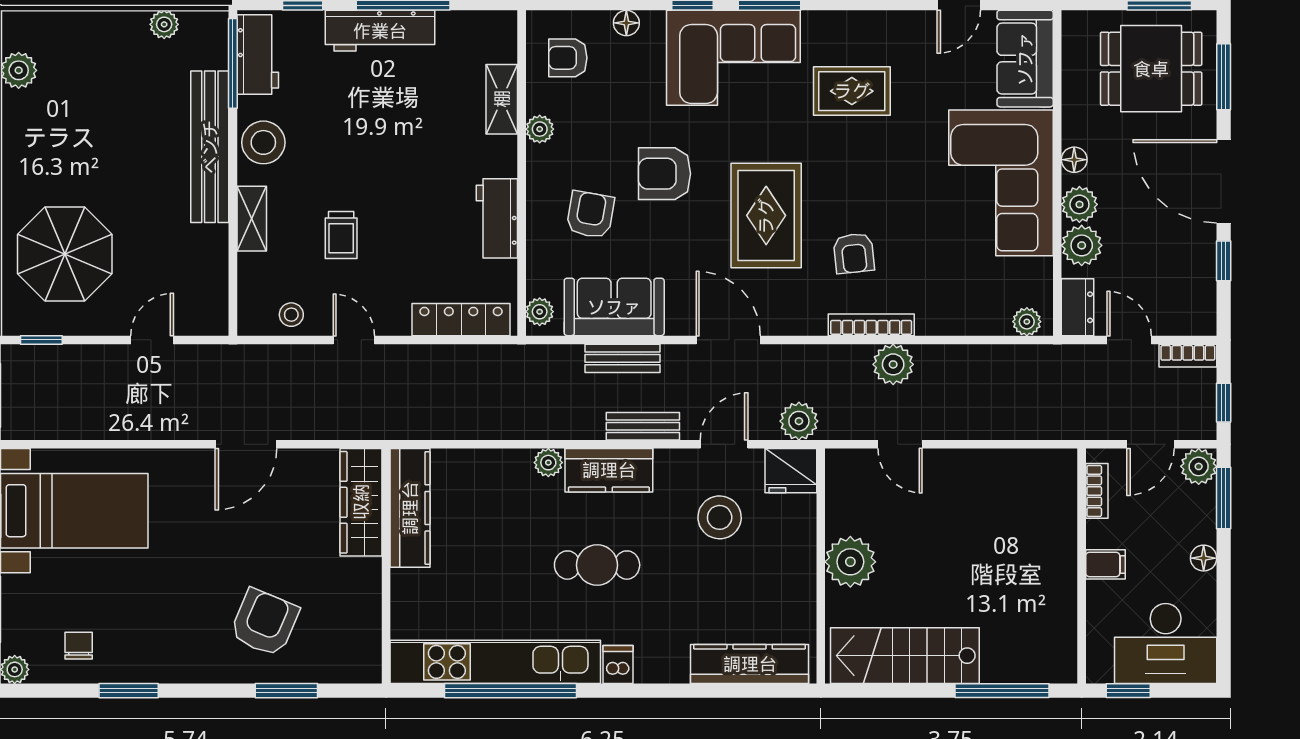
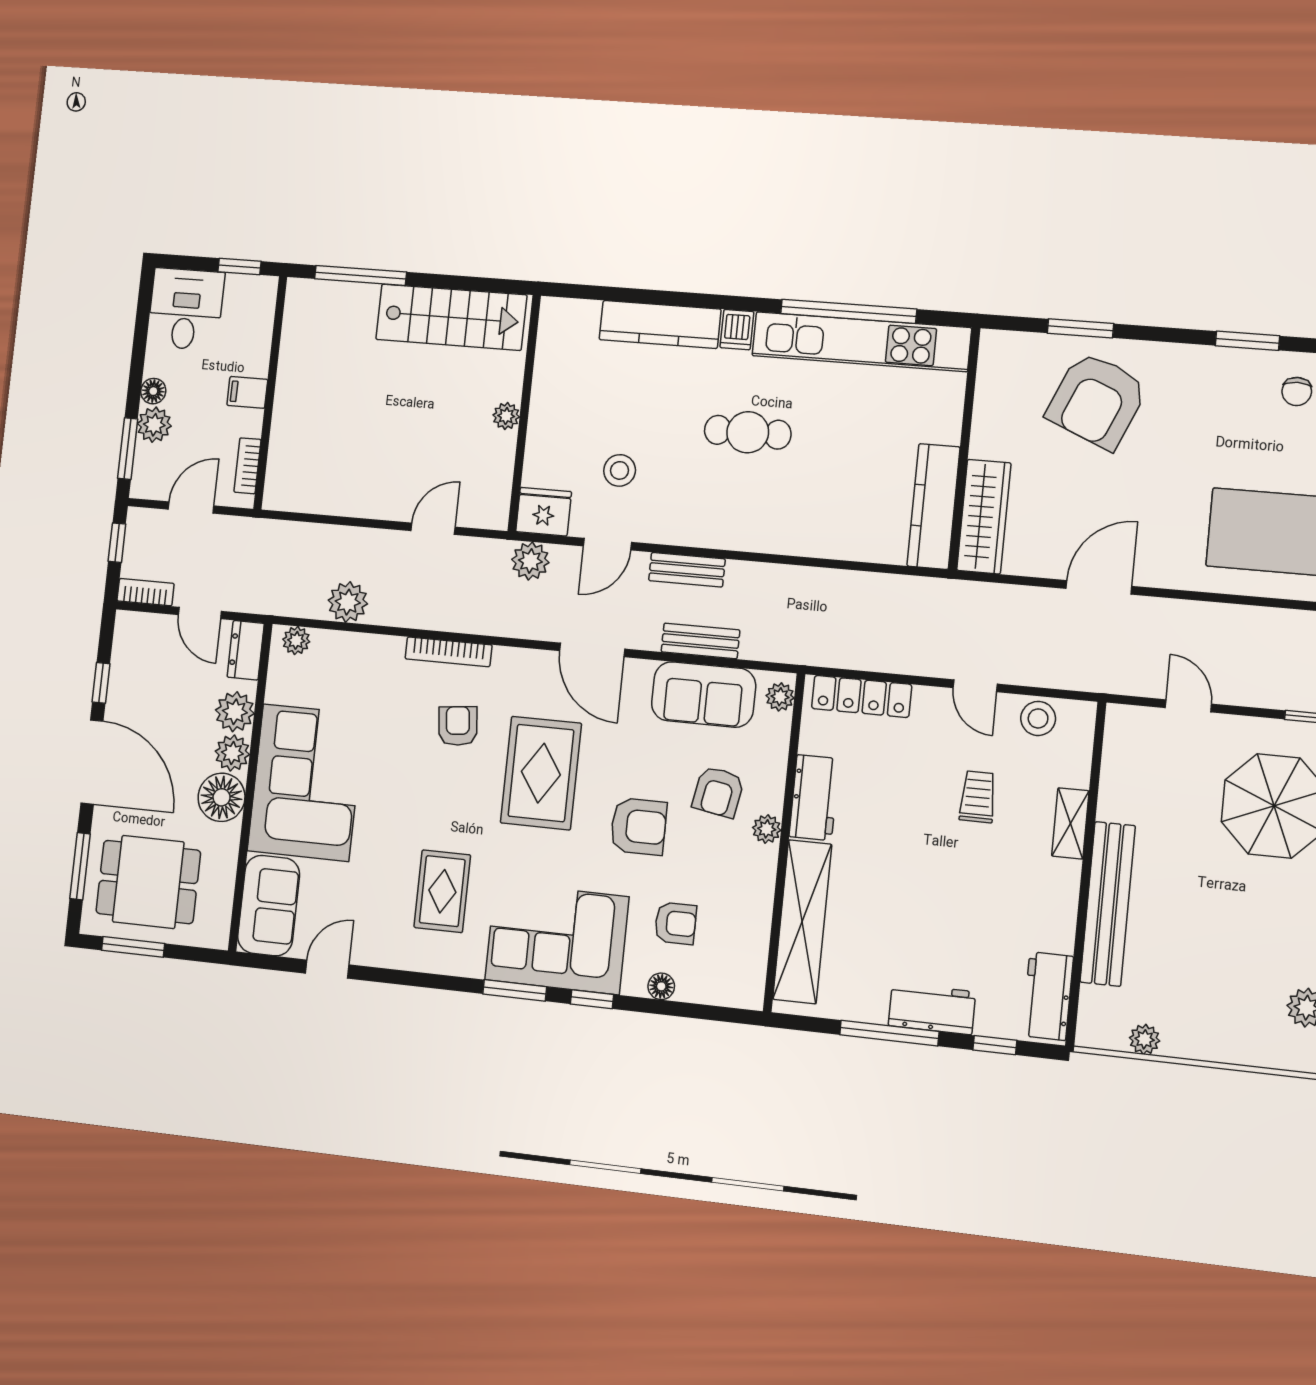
workbench: (380, 31) -> (932, 1009), width x0.73
armchair: (568, 58) -> (676, 923), moved
window: (233, 63) -> (1075, 990), removed
rug: (852, 91) -> (442, 891), turned 90
shelving: (502, 99) -> (802, 922), width x2.20, depth x1.33
plant: (540, 129) -> (767, 829), moved
stool: (263, 142) -> (1050, 902), removed
floor lamp: (1074, 160) -> (222, 797), width x1.89, depth x1.89
stool: (291, 315) -> (1038, 718), width x1.37, depth x1.37
door: (152, 340) -> (1188, 706), swing flipped
plant: (893, 364) -> (348, 602), moved
door: (900, 444) -> (433, 529), hinge flipped
plant: (548, 463) -> (787, 541), removed
plant: (1199, 466) -> (154, 425), moved
kitchen counter: (609, 470) -> (726, 528), removed
stool: (720, 517) -> (620, 470), width x0.73, depth x0.73
plant: (850, 562) -> (506, 416), width x0.53, depth x0.53
armchair: (264, 622) -> (1097, 400), width x1.36, depth x1.36
desk: (1166, 644) -> (186, 309), width x0.73
kitchen counter: (750, 664) -> (660, 324), moved

